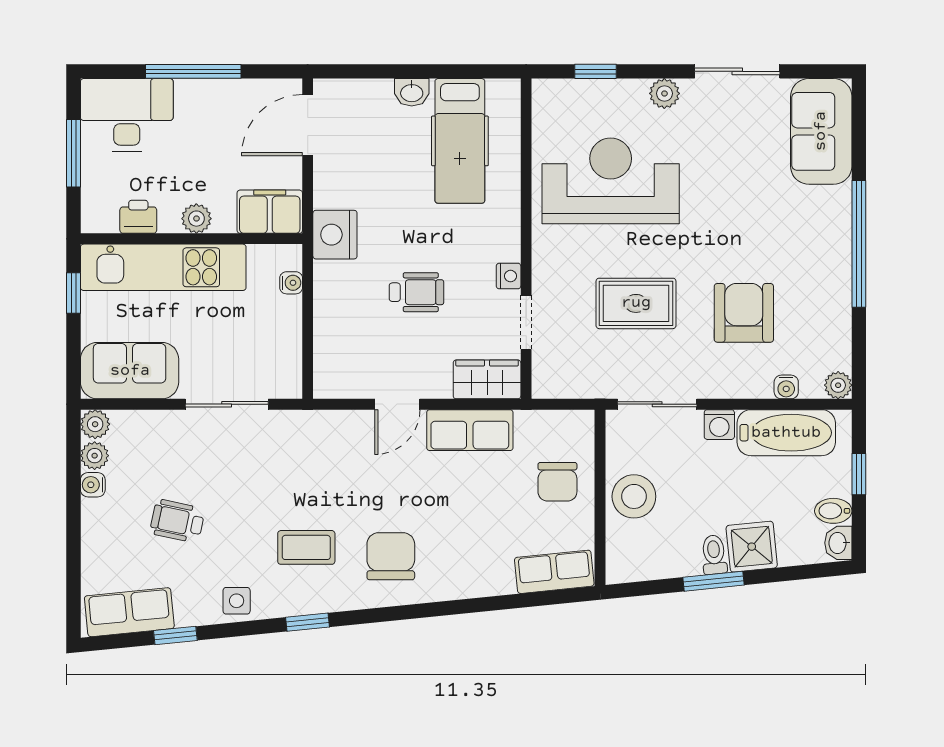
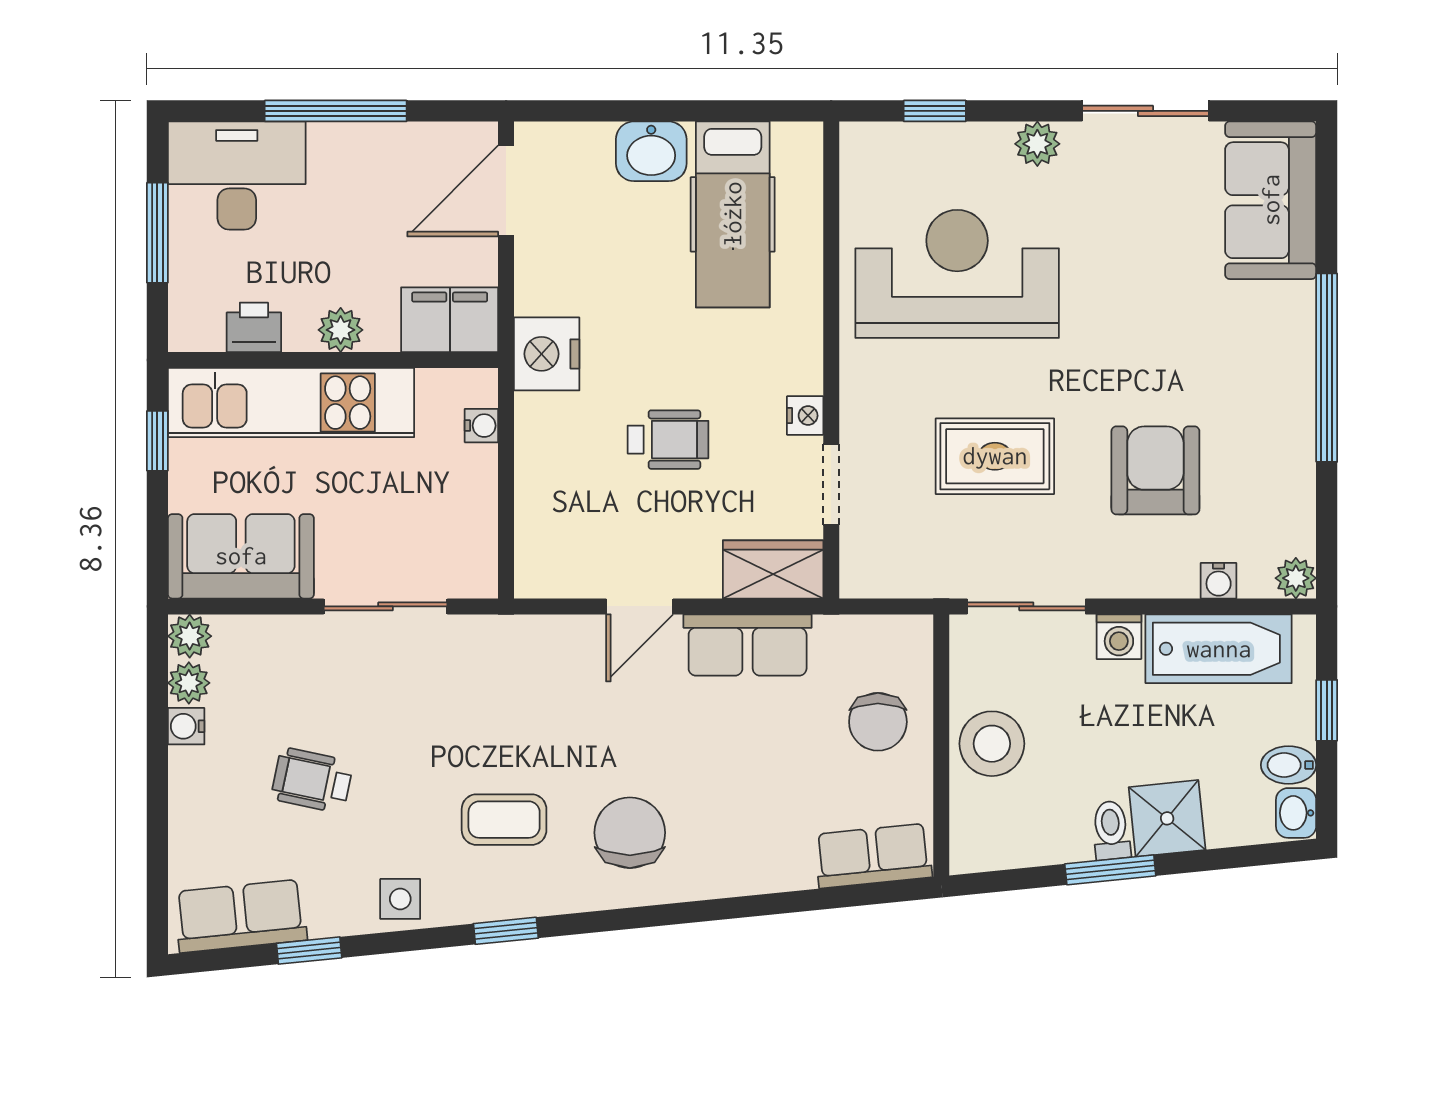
washbasin: (412, 92) -> (651, 151), width x1.38, depth x1.45

